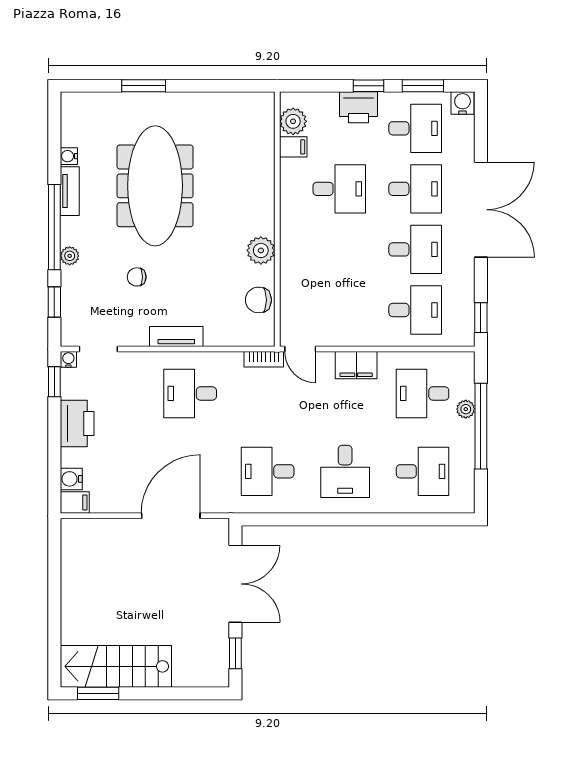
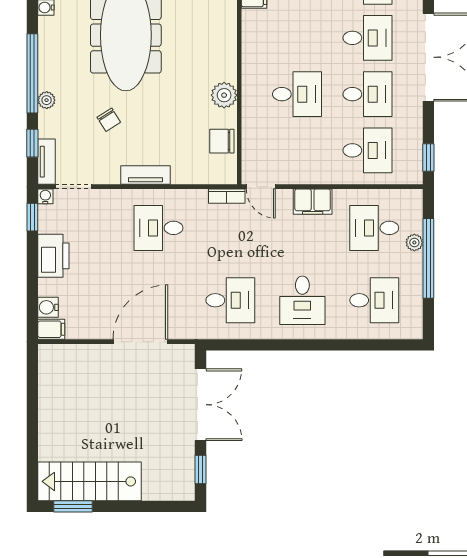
desk: (339, 189) -> (297, 94), moved
tv unit: (70, 191) -> (47, 162), moved
chair: (137, 277) -> (109, 120), turned -122
desk: (268, 471) -> (230, 300), turned 180

